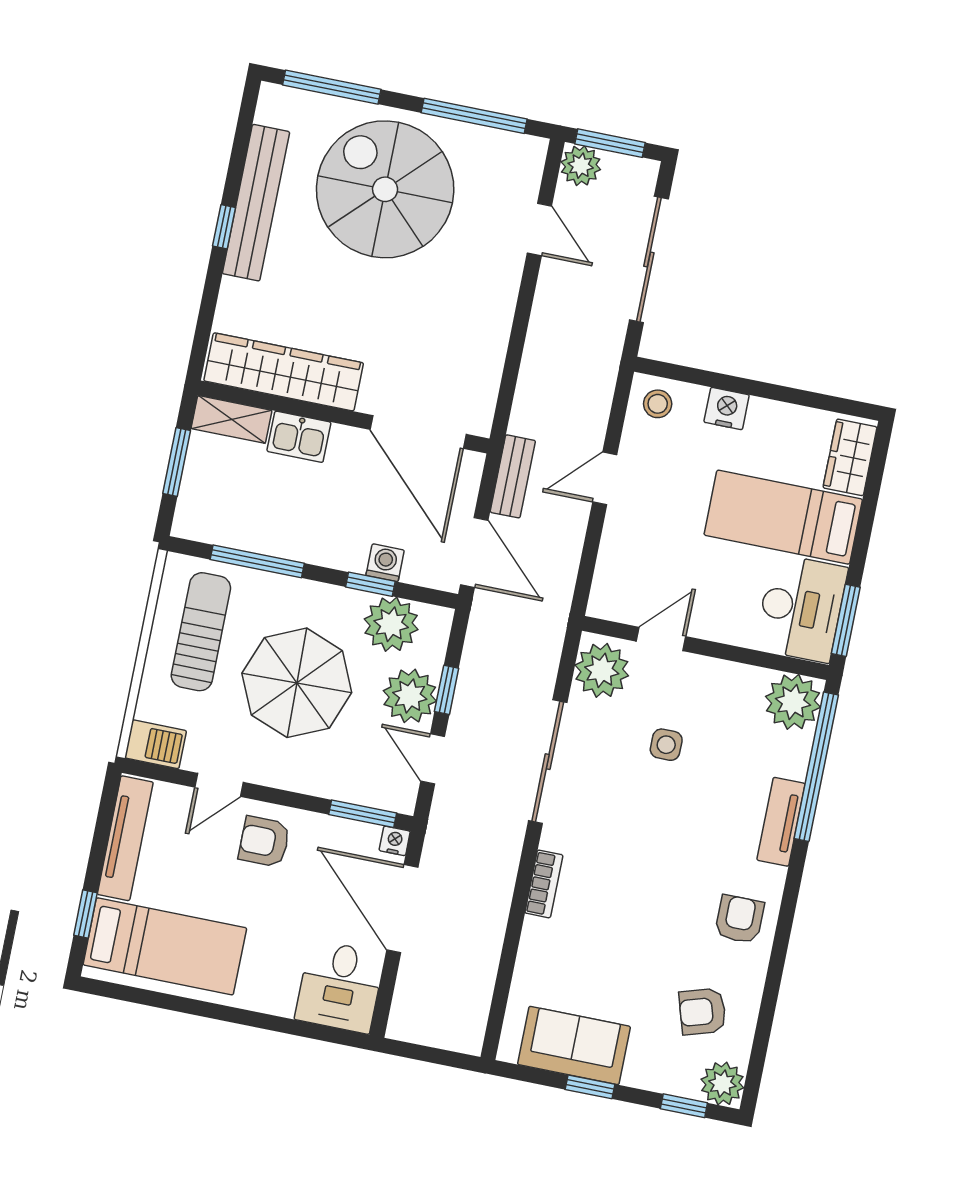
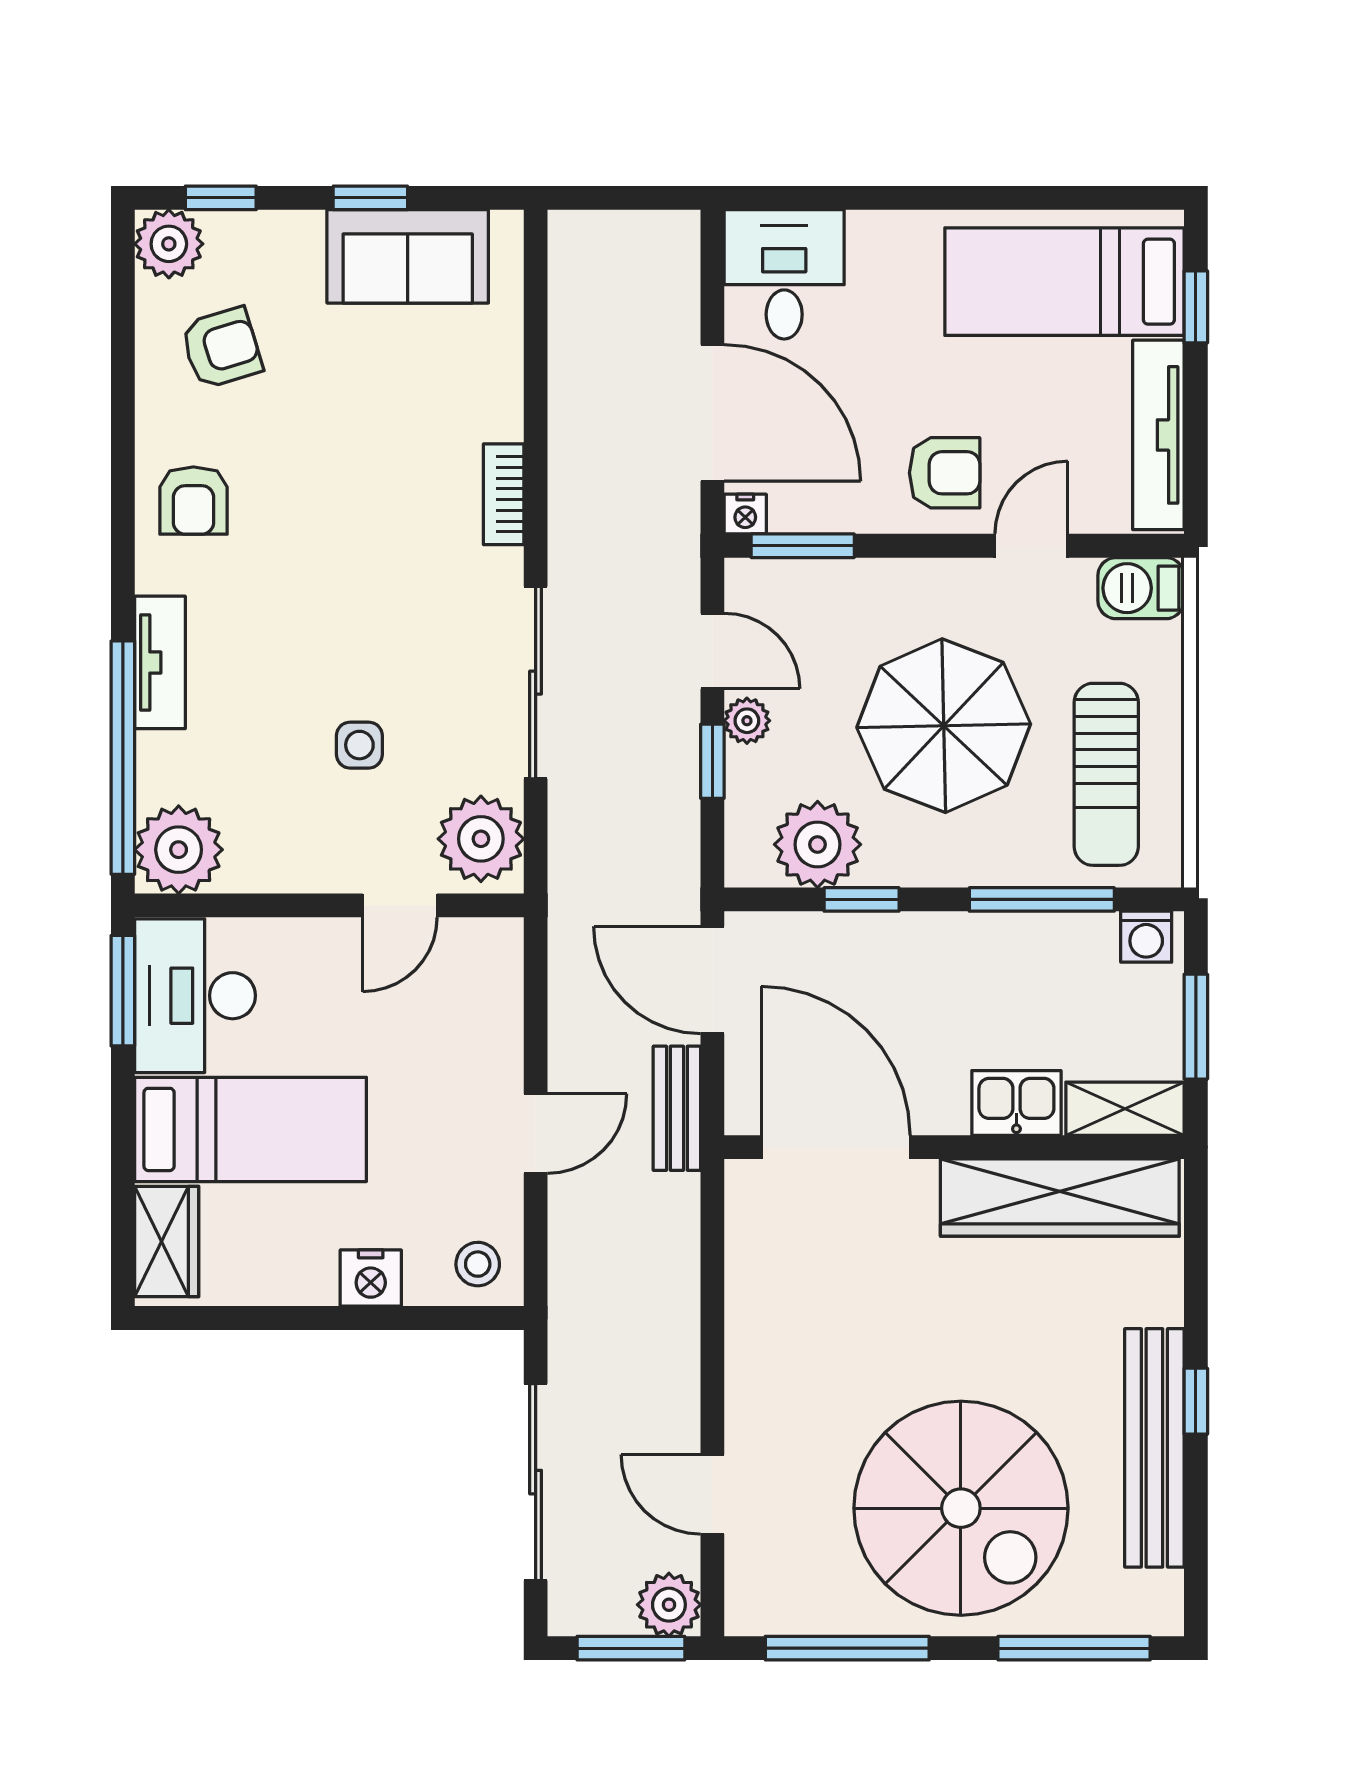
washing machine: (385, 563) -> (1146, 937), moved
plant: (410, 696) -> (747, 721), width x0.53, depth x0.53

